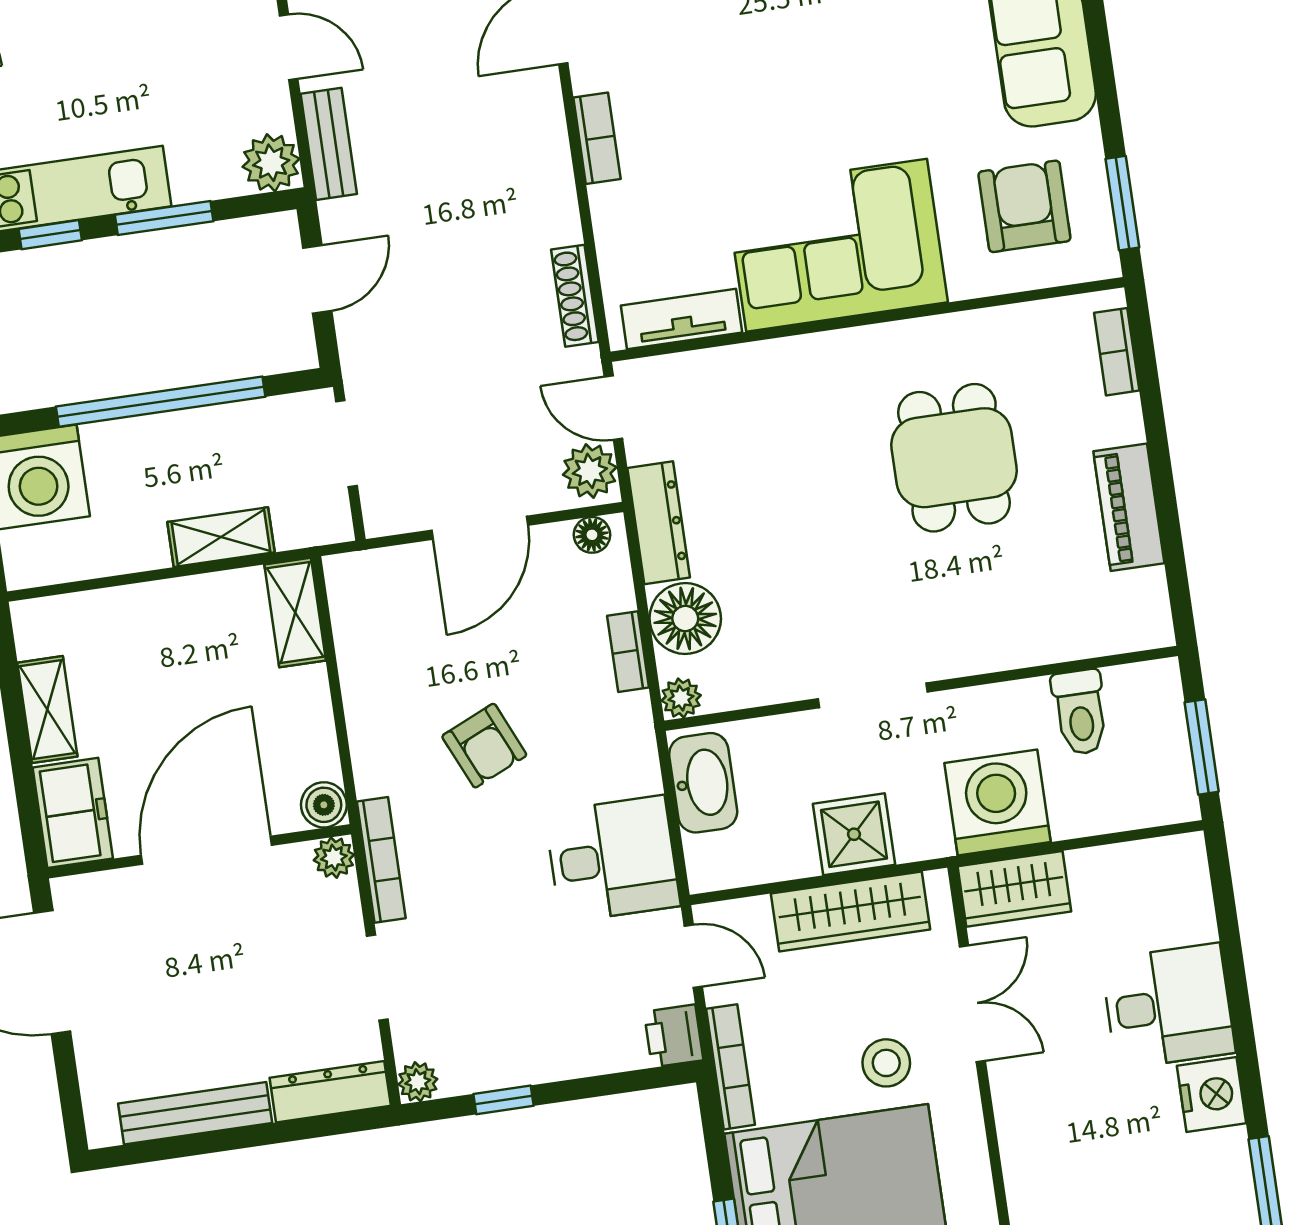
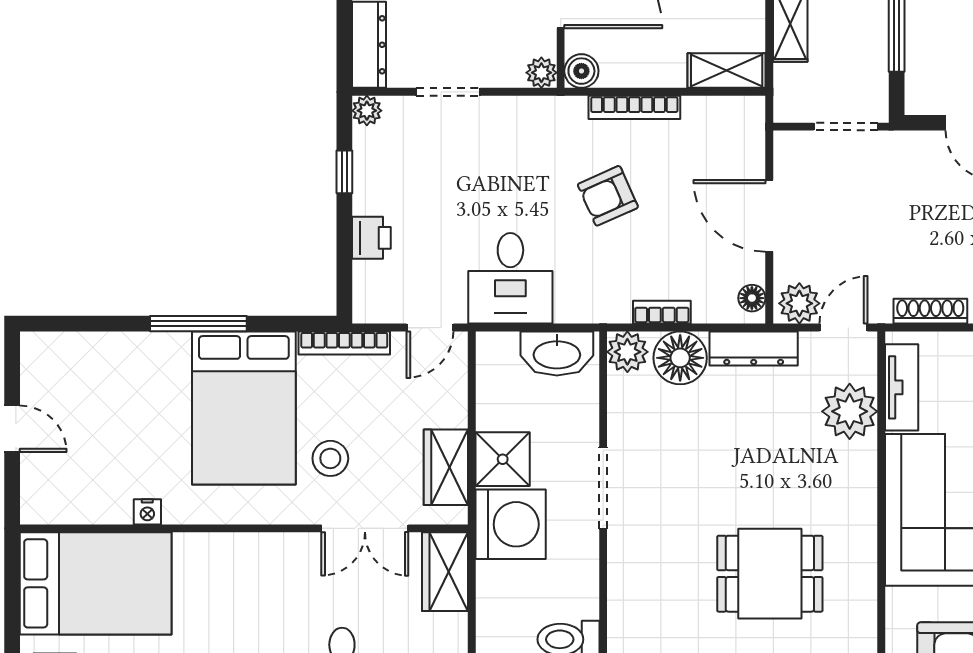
plant: (723, 383) -> (850, 411), added
plant: (681, 698) -> (627, 352), width x1.38, depth x1.38
washing machine: (998, 803) -> (511, 524), moved
bookcase: (381, 860) -> (634, 107), moved
wardrobe: (850, 912) -> (446, 467), width x0.67
printer: (674, 1036) -> (371, 238), moved, turned 90

